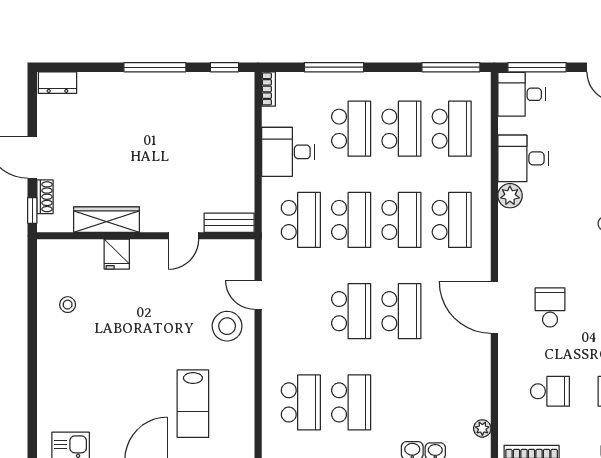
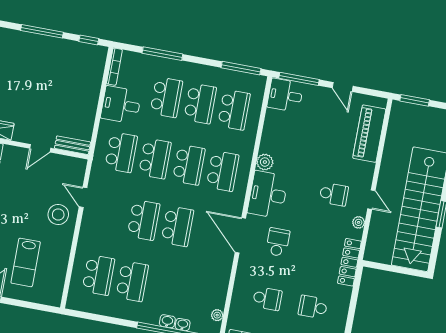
bookcase: (269, 89) -> (114, 67), width x1.56
desk: (523, 158) -> (268, 195), moved, width x1.37

